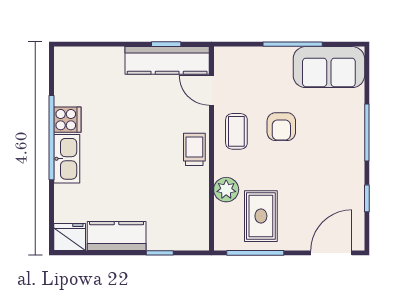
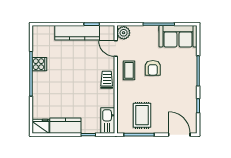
kitchen counter: (167, 60) -> (77, 33), moved
kitchen sink: (67, 159) -> (108, 121), moved, turned 180
plant: (226, 190) -> (124, 33), moved
door: (331, 253) -> (179, 135), hinge flipped

